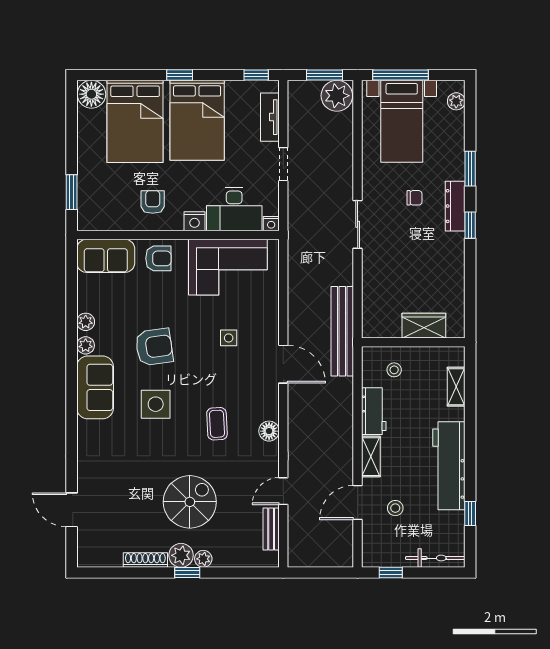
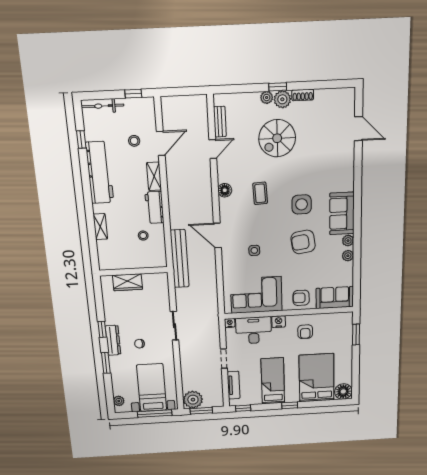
bed: (197, 120) -> (273, 381), width x0.67
wardrobe: (424, 326) -> (128, 282), moved
wall: (413, 342) -> (134, 271), moved
shoe rack: (145, 560) -> (303, 95), width x0.70

